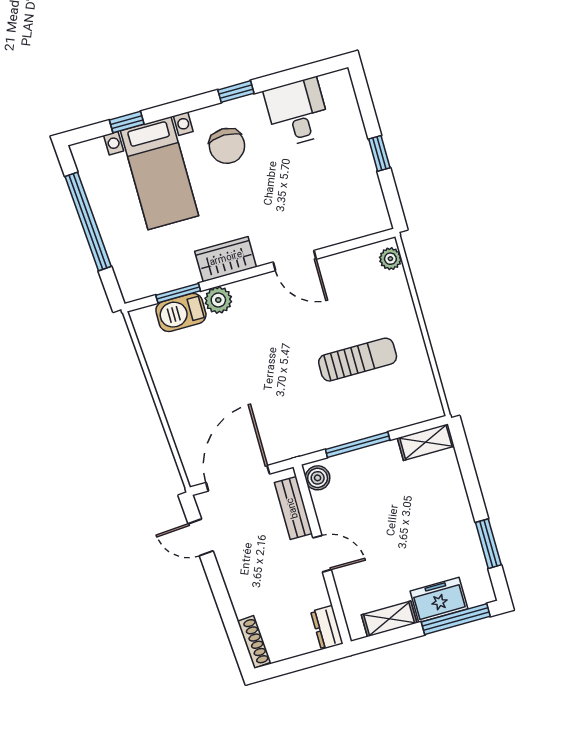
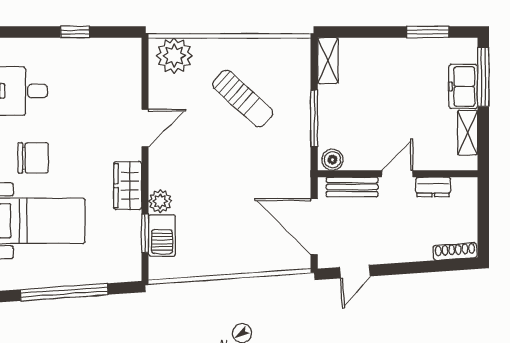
plant: (390, 259) -> (174, 56), width x1.87, depth x1.87
sun lounger: (358, 360) -> (243, 98), turned 132
dresser: (327, 627) -> (433, 187), moved

